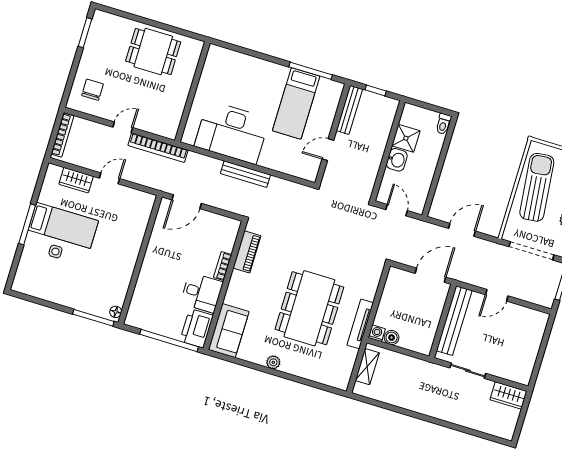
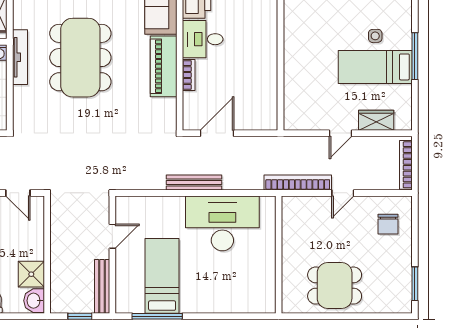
washbasin: (397, 160) -> (34, 301), moved
door: (187, 202) -> (217, 133), moved
piano: (247, 252) -> (164, 66), moved, width x1.37, depth x1.33

